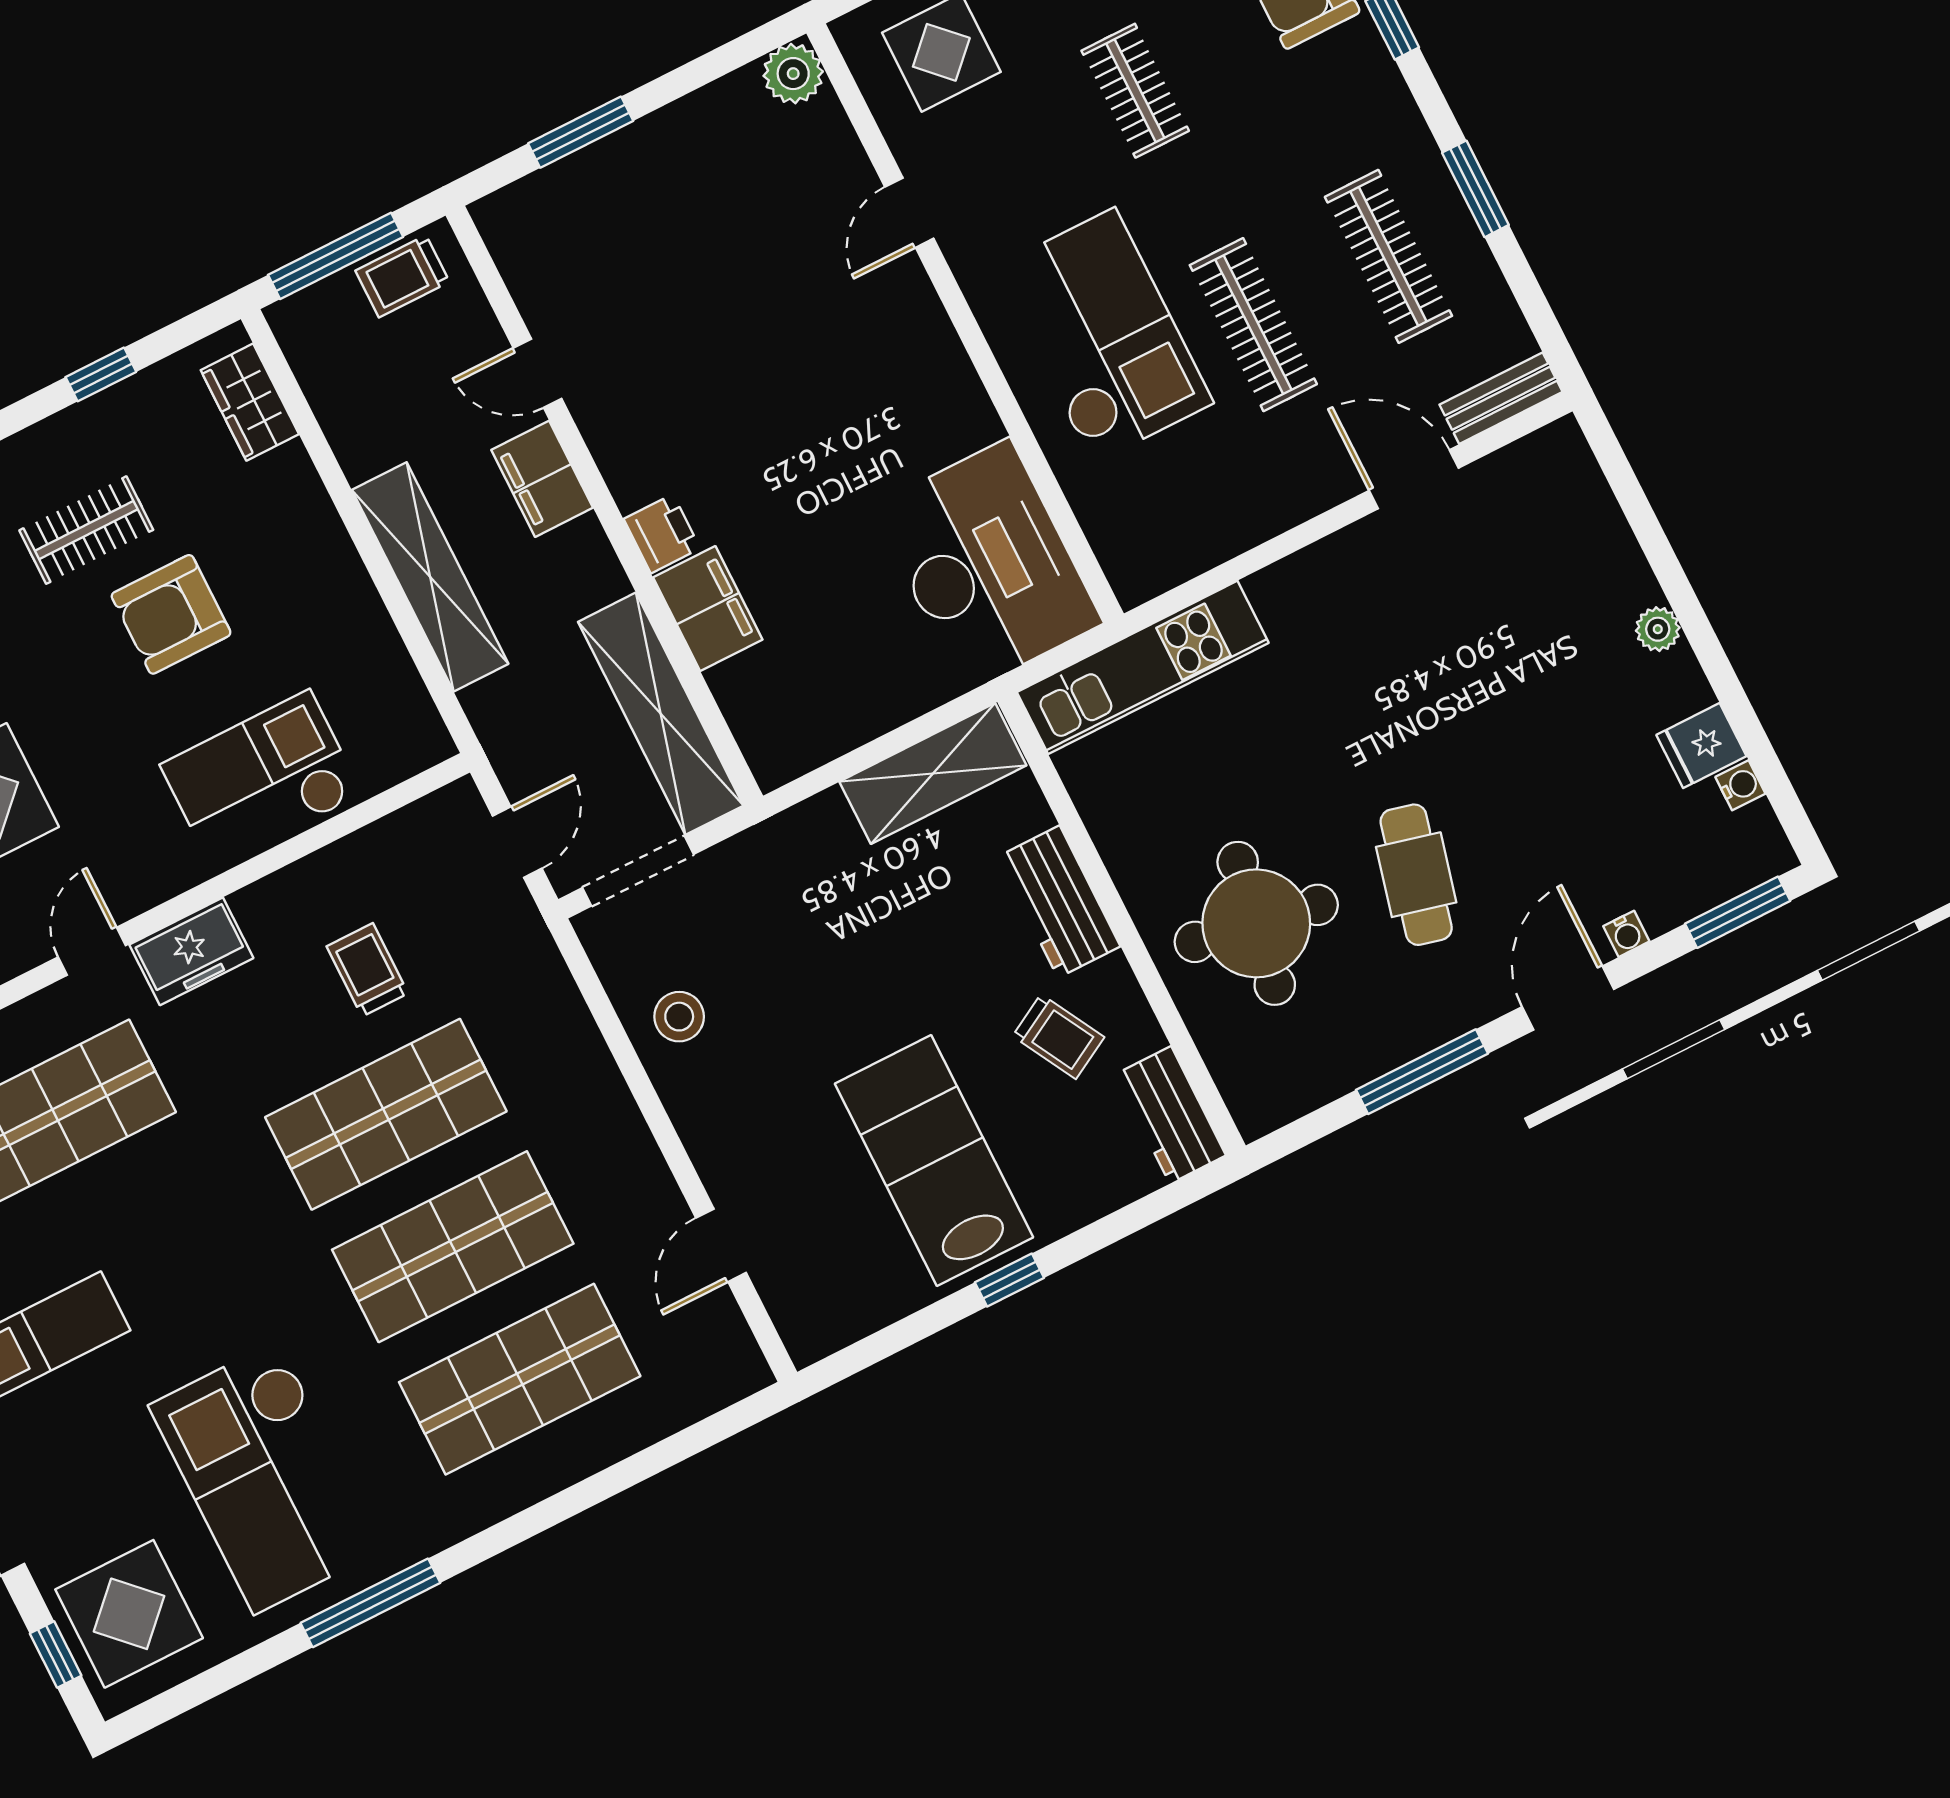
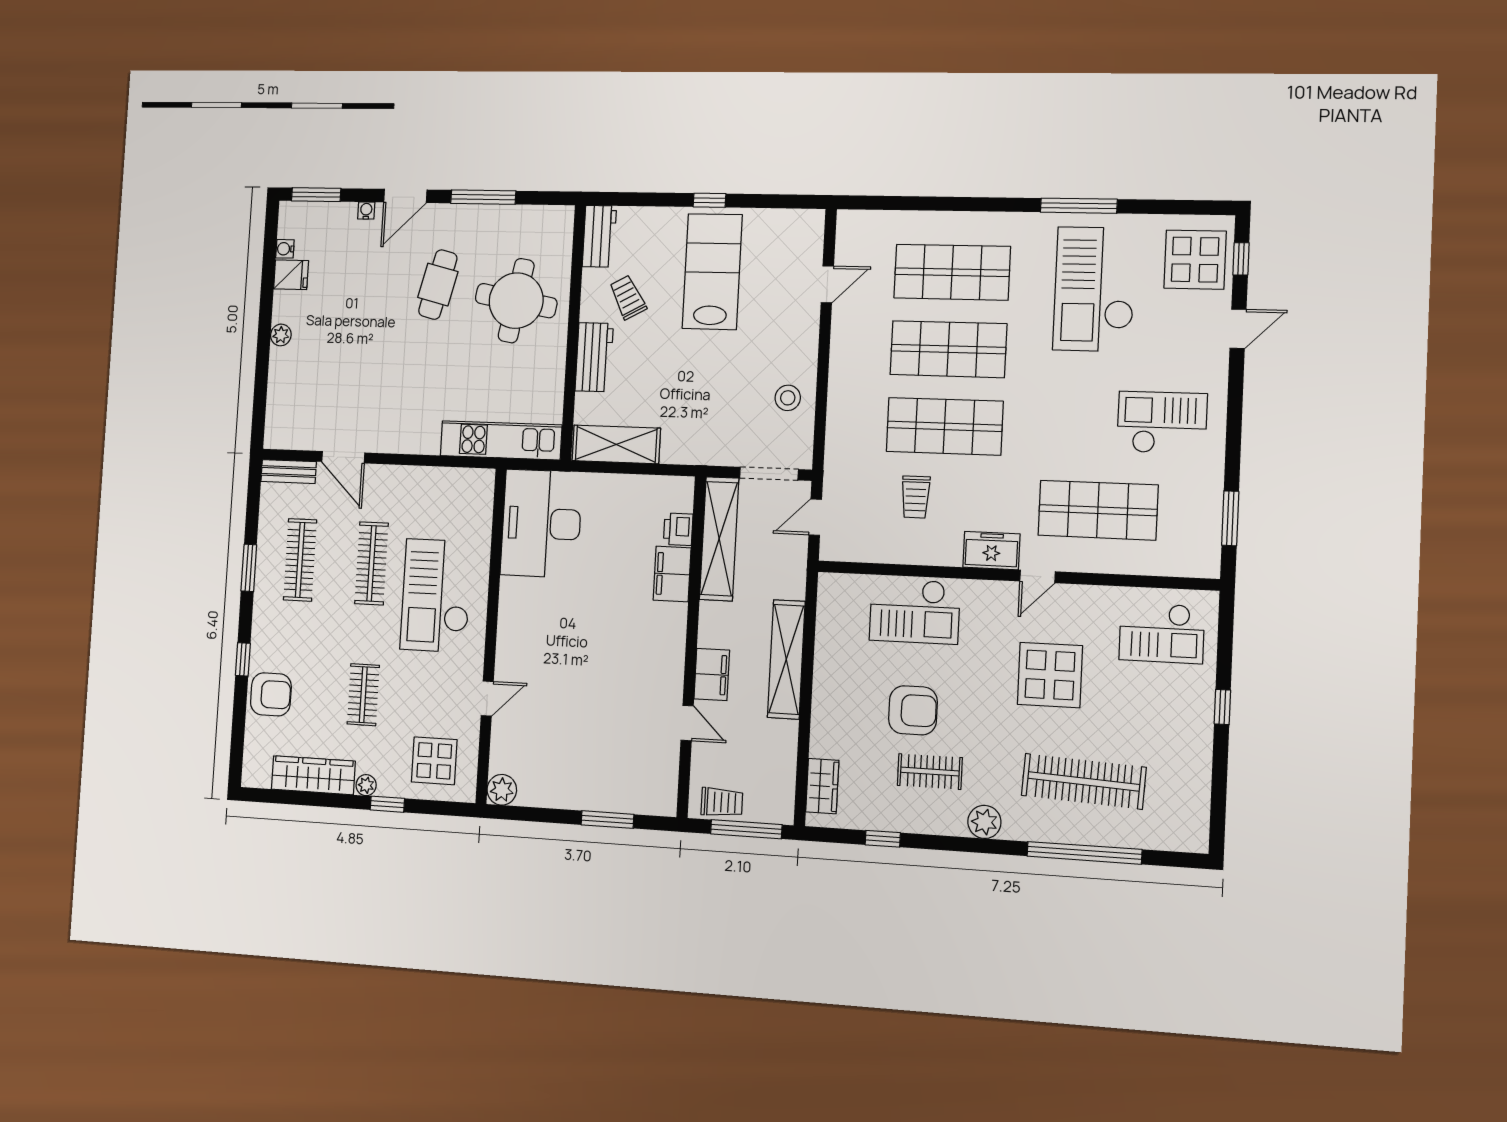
printer: (662, 534) -> (678, 529), moved
lab bench: (934, 1160) -> (712, 272), turned 180
checkout: (266, 1477) -> (1094, 289), turned 180

